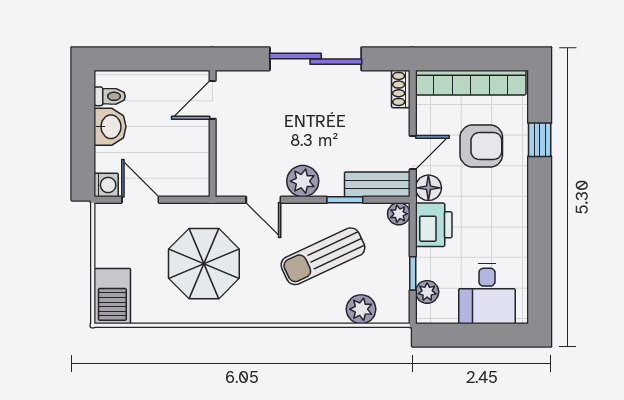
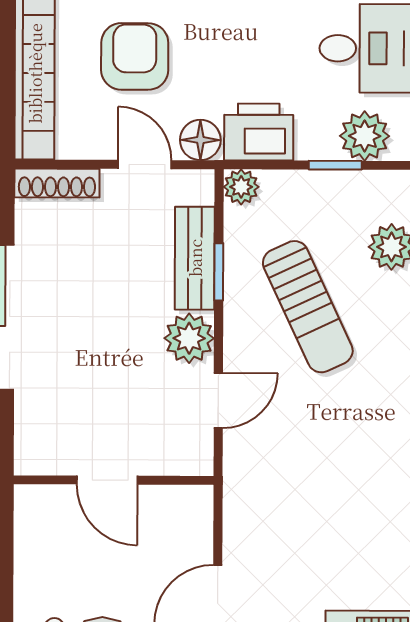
shoe rack: (401, 89) -> (57, 183), width x1.43
door: (213, 100) -> (107, 480), moved
bench: (377, 184) -> (195, 258), moved
parasol: (204, 264) -> (319, 494), removed
plant: (427, 292) -> (365, 136), width x1.38, depth x1.38

